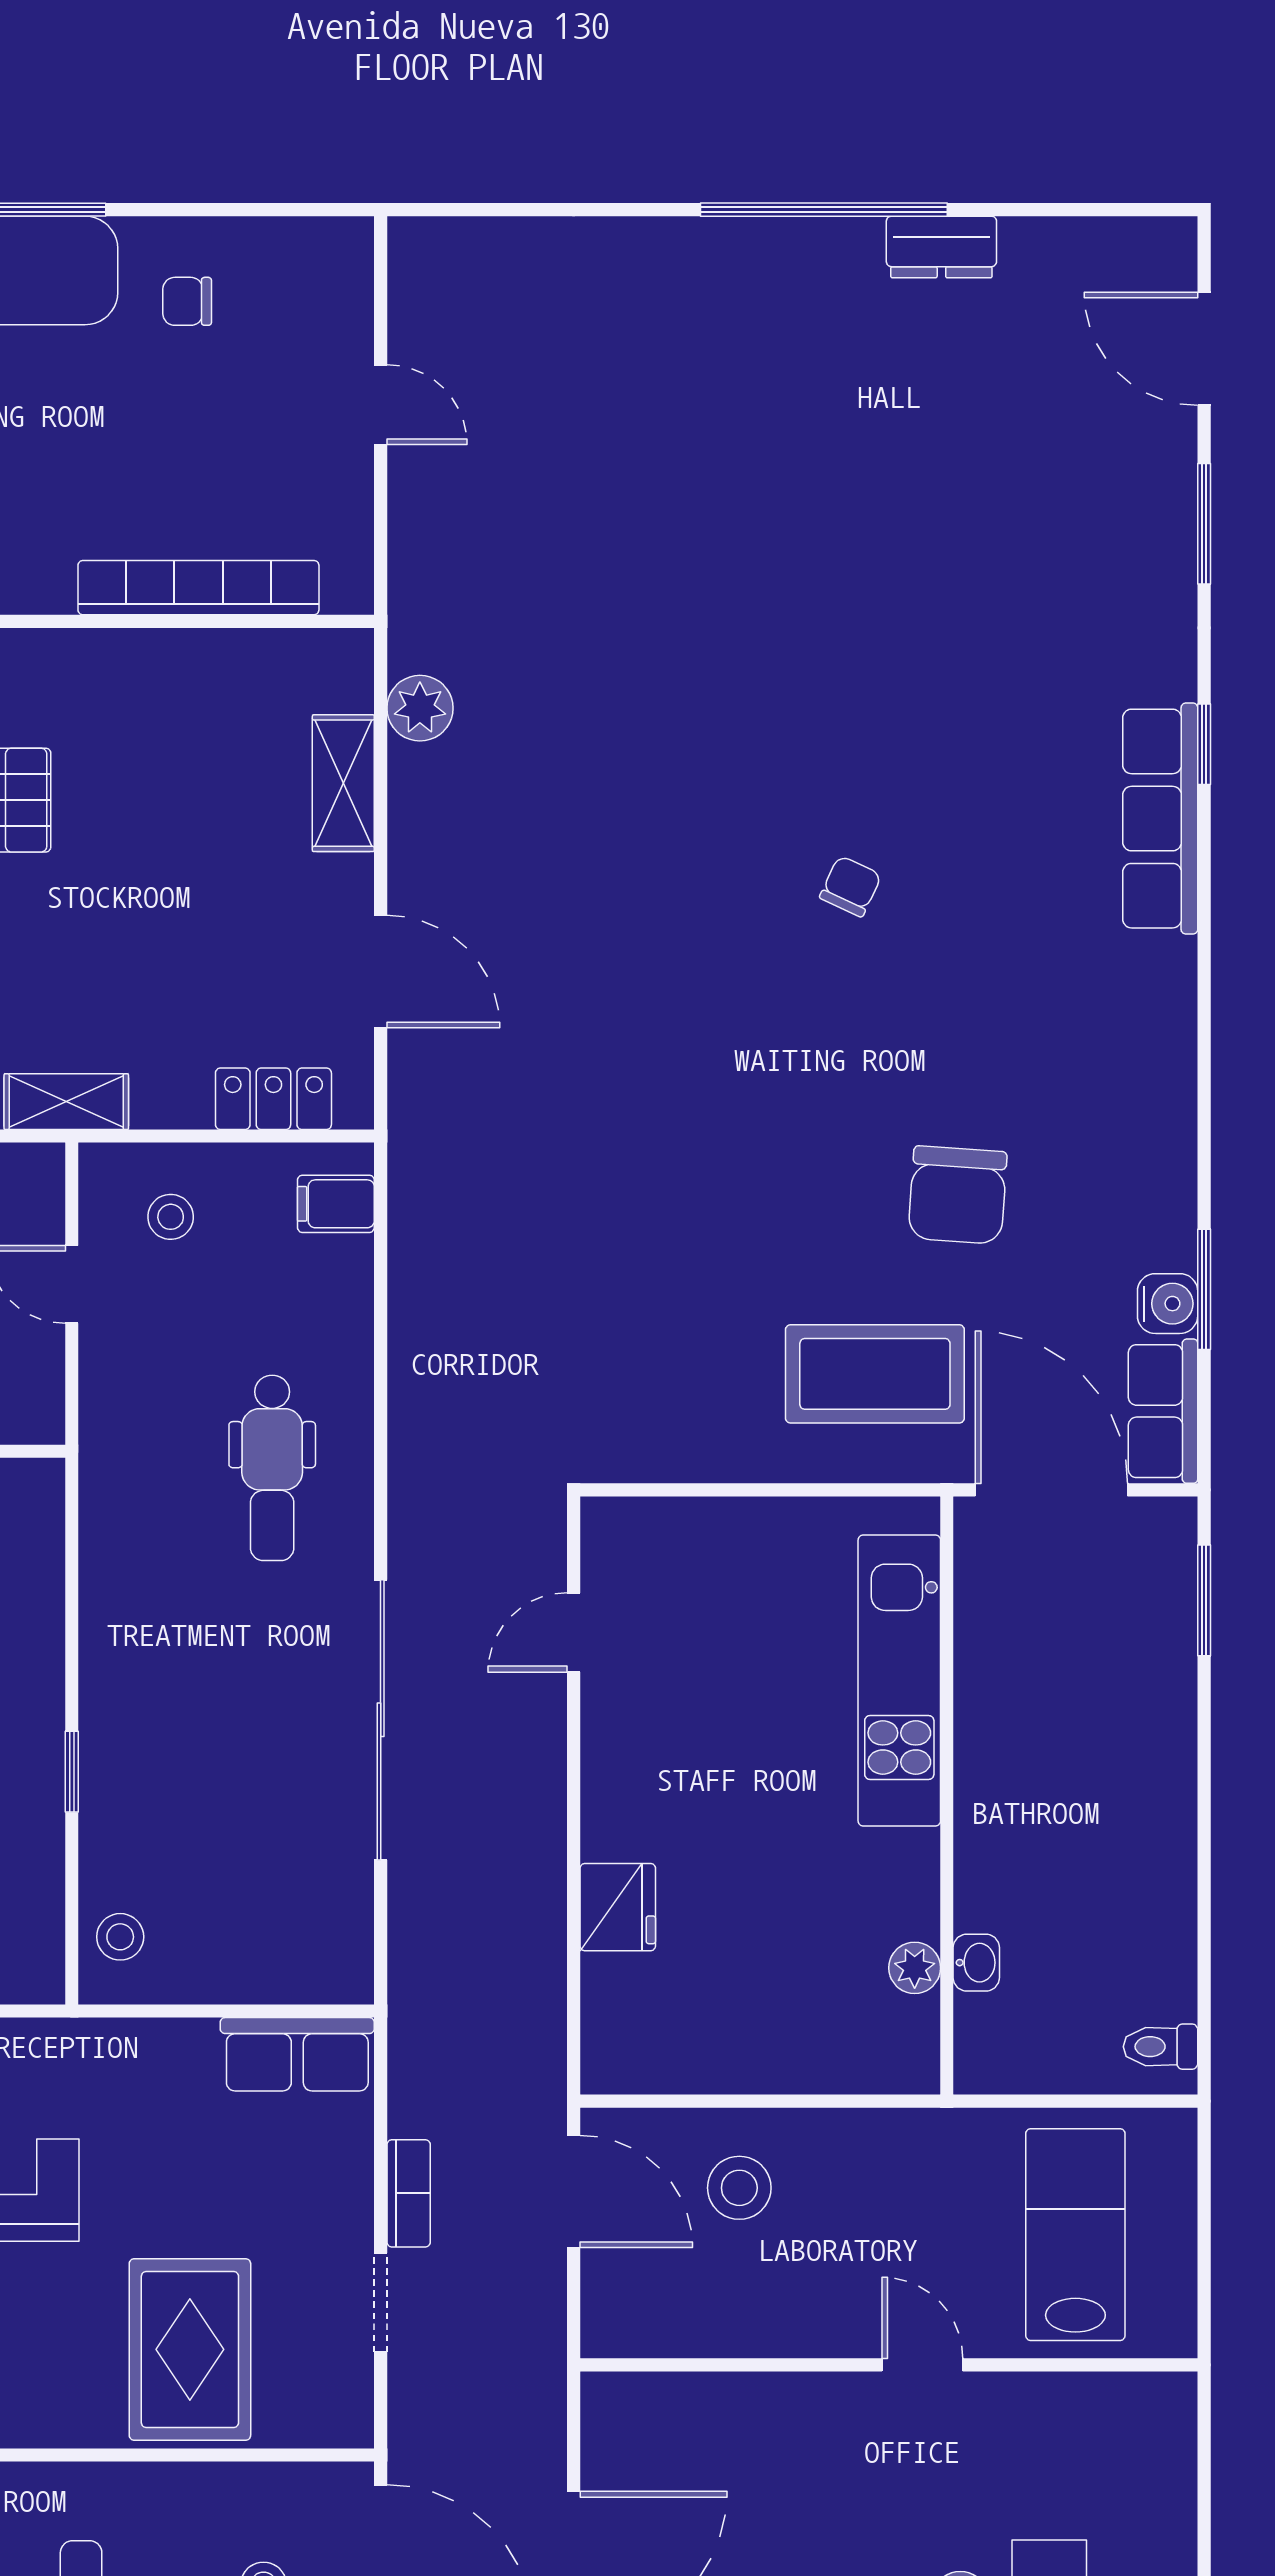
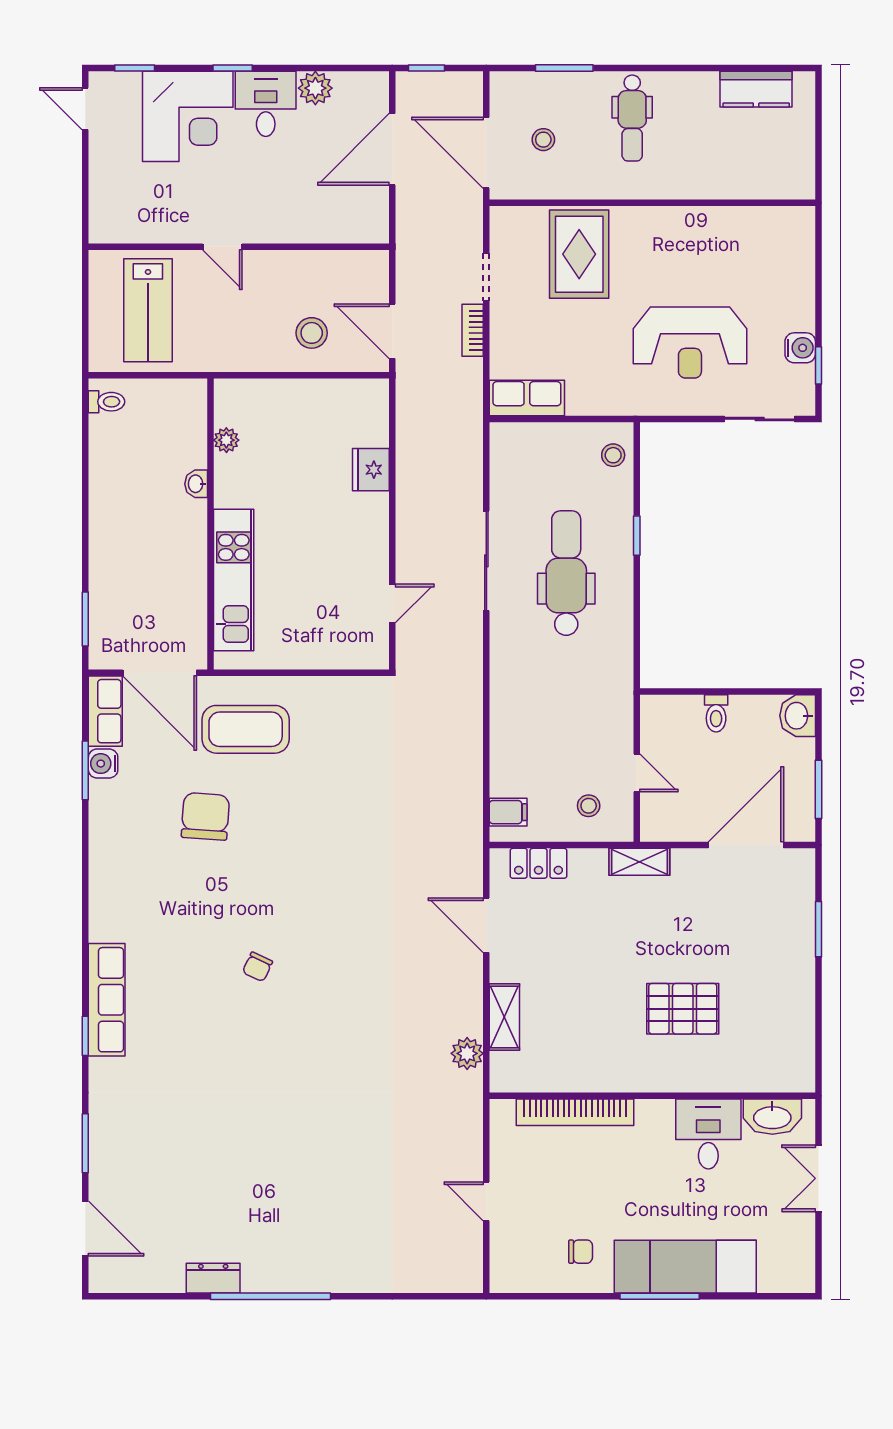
dental chair: (272, 1468) -> (566, 573), moved, width x1.36, depth x1.38
sliding door: (381, 1720) -> (486, 561), width x0.73
washbasin: (976, 1963) -> (196, 484), moved

